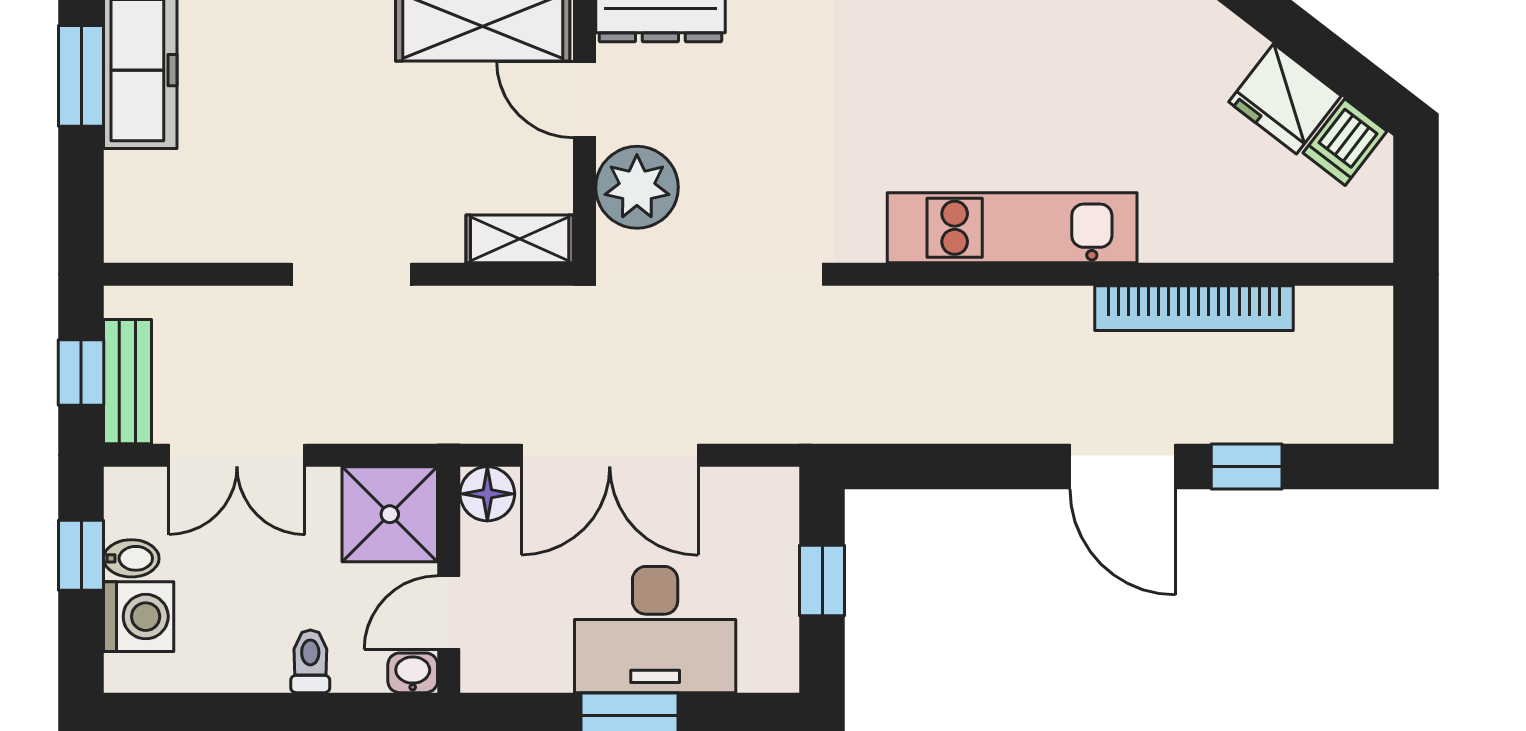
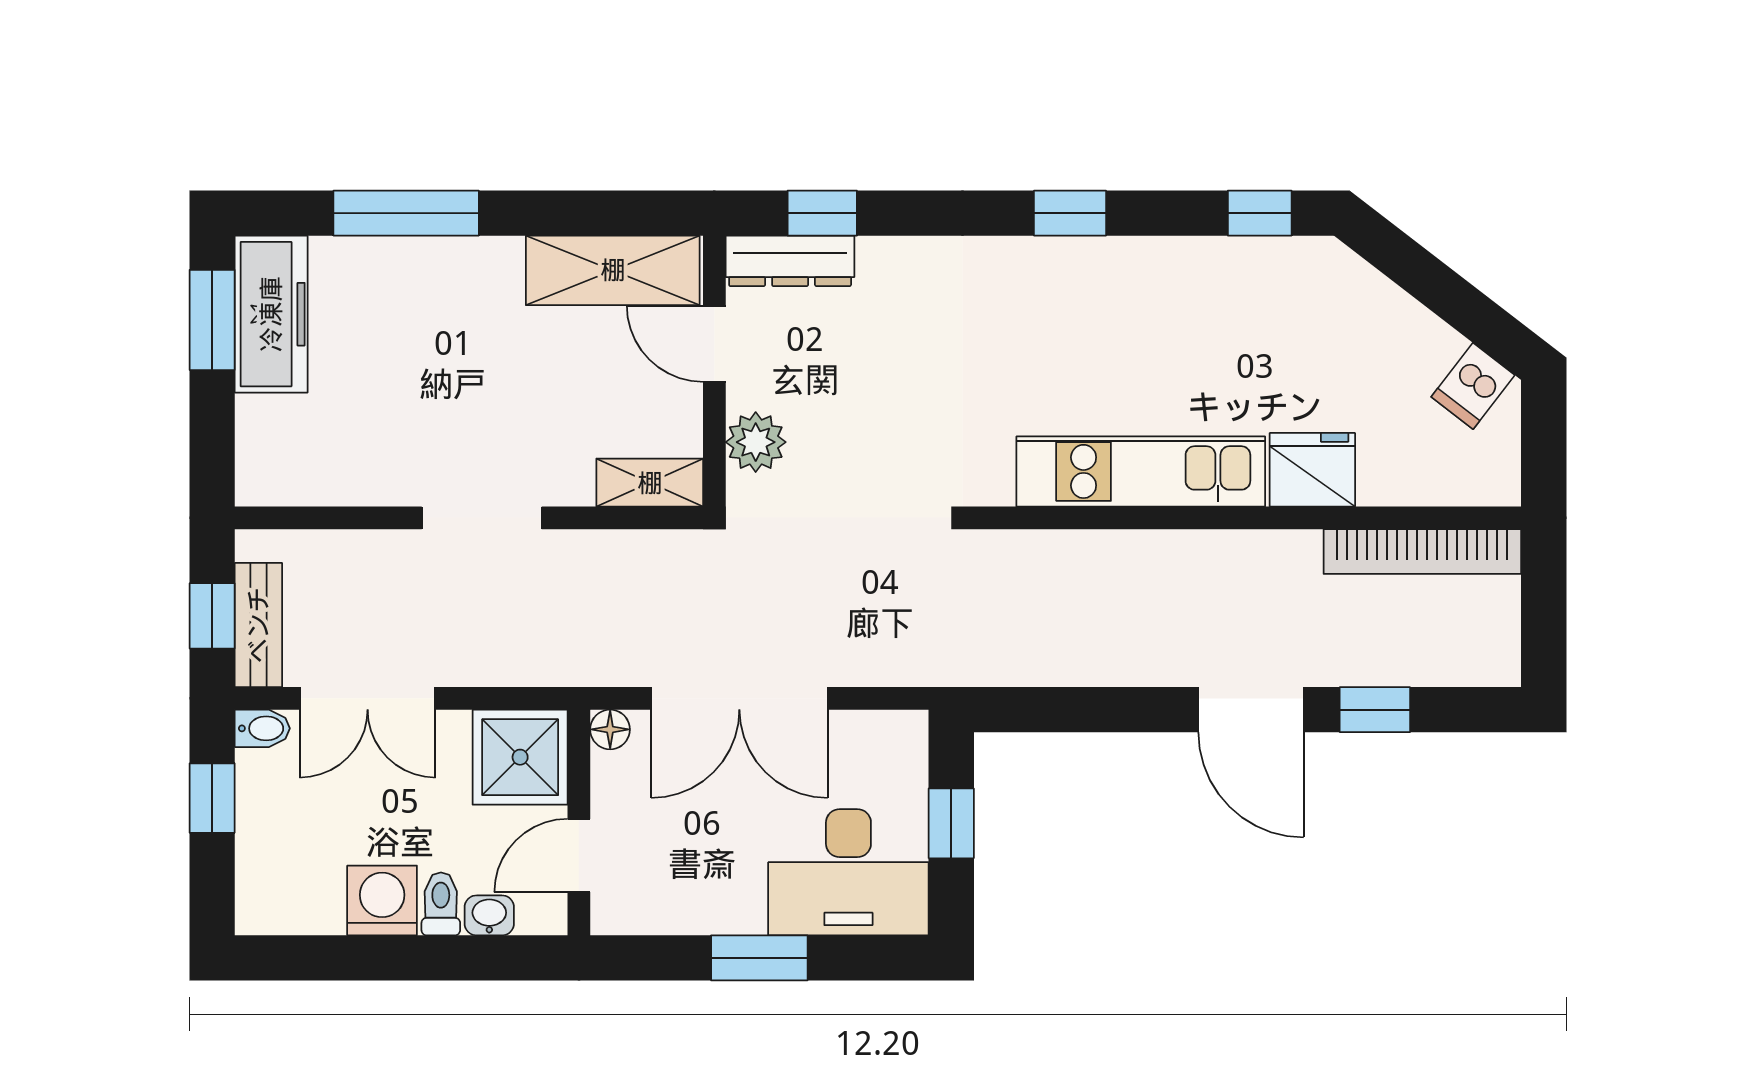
fridge: (1285, 99) -> (1312, 470), moved, turned 142
plant: (637, 187) -> (756, 442), width x0.73, depth x0.73
bookcase: (1194, 308) -> (1422, 552), moved
floor lamp: (487, 494) -> (610, 729), width x0.73, depth x0.73
bidet: (131, 558) -> (262, 728), moved
washing machine: (139, 617) -> (382, 900), moved, turned -90
desk: (655, 630) -> (848, 872), moved
washbasin: (413, 673) -> (489, 915), moved

